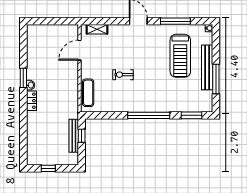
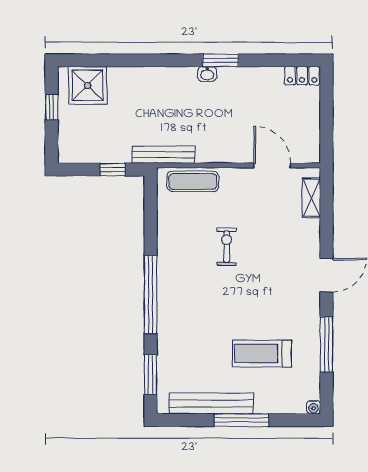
treadmill: (180, 56) -> (262, 353), width x0.73, depth x0.73
bench: (207, 67) -> (211, 404), moved
window: (216, 79) -> (241, 420), moved
locker: (31, 101) -> (302, 76), moved
bench: (74, 136) -> (163, 155), moved
shower: (37, 149) -> (88, 85), added

